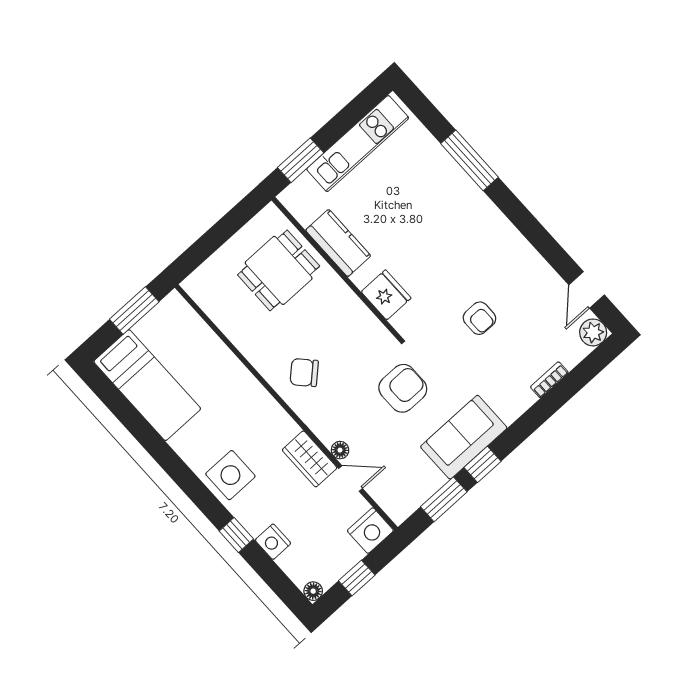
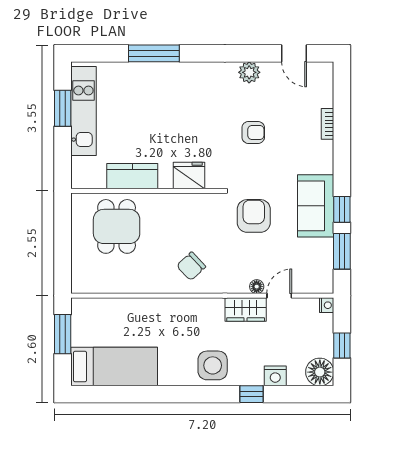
window: (301, 160) -> (63, 108), moved
plant: (593, 332) -> (249, 72), moved
nightstand: (370, 531) -> (327, 305), width x0.53, depth x0.56
floor lamp: (313, 591) -> (320, 372), width x1.89, depth x1.89

